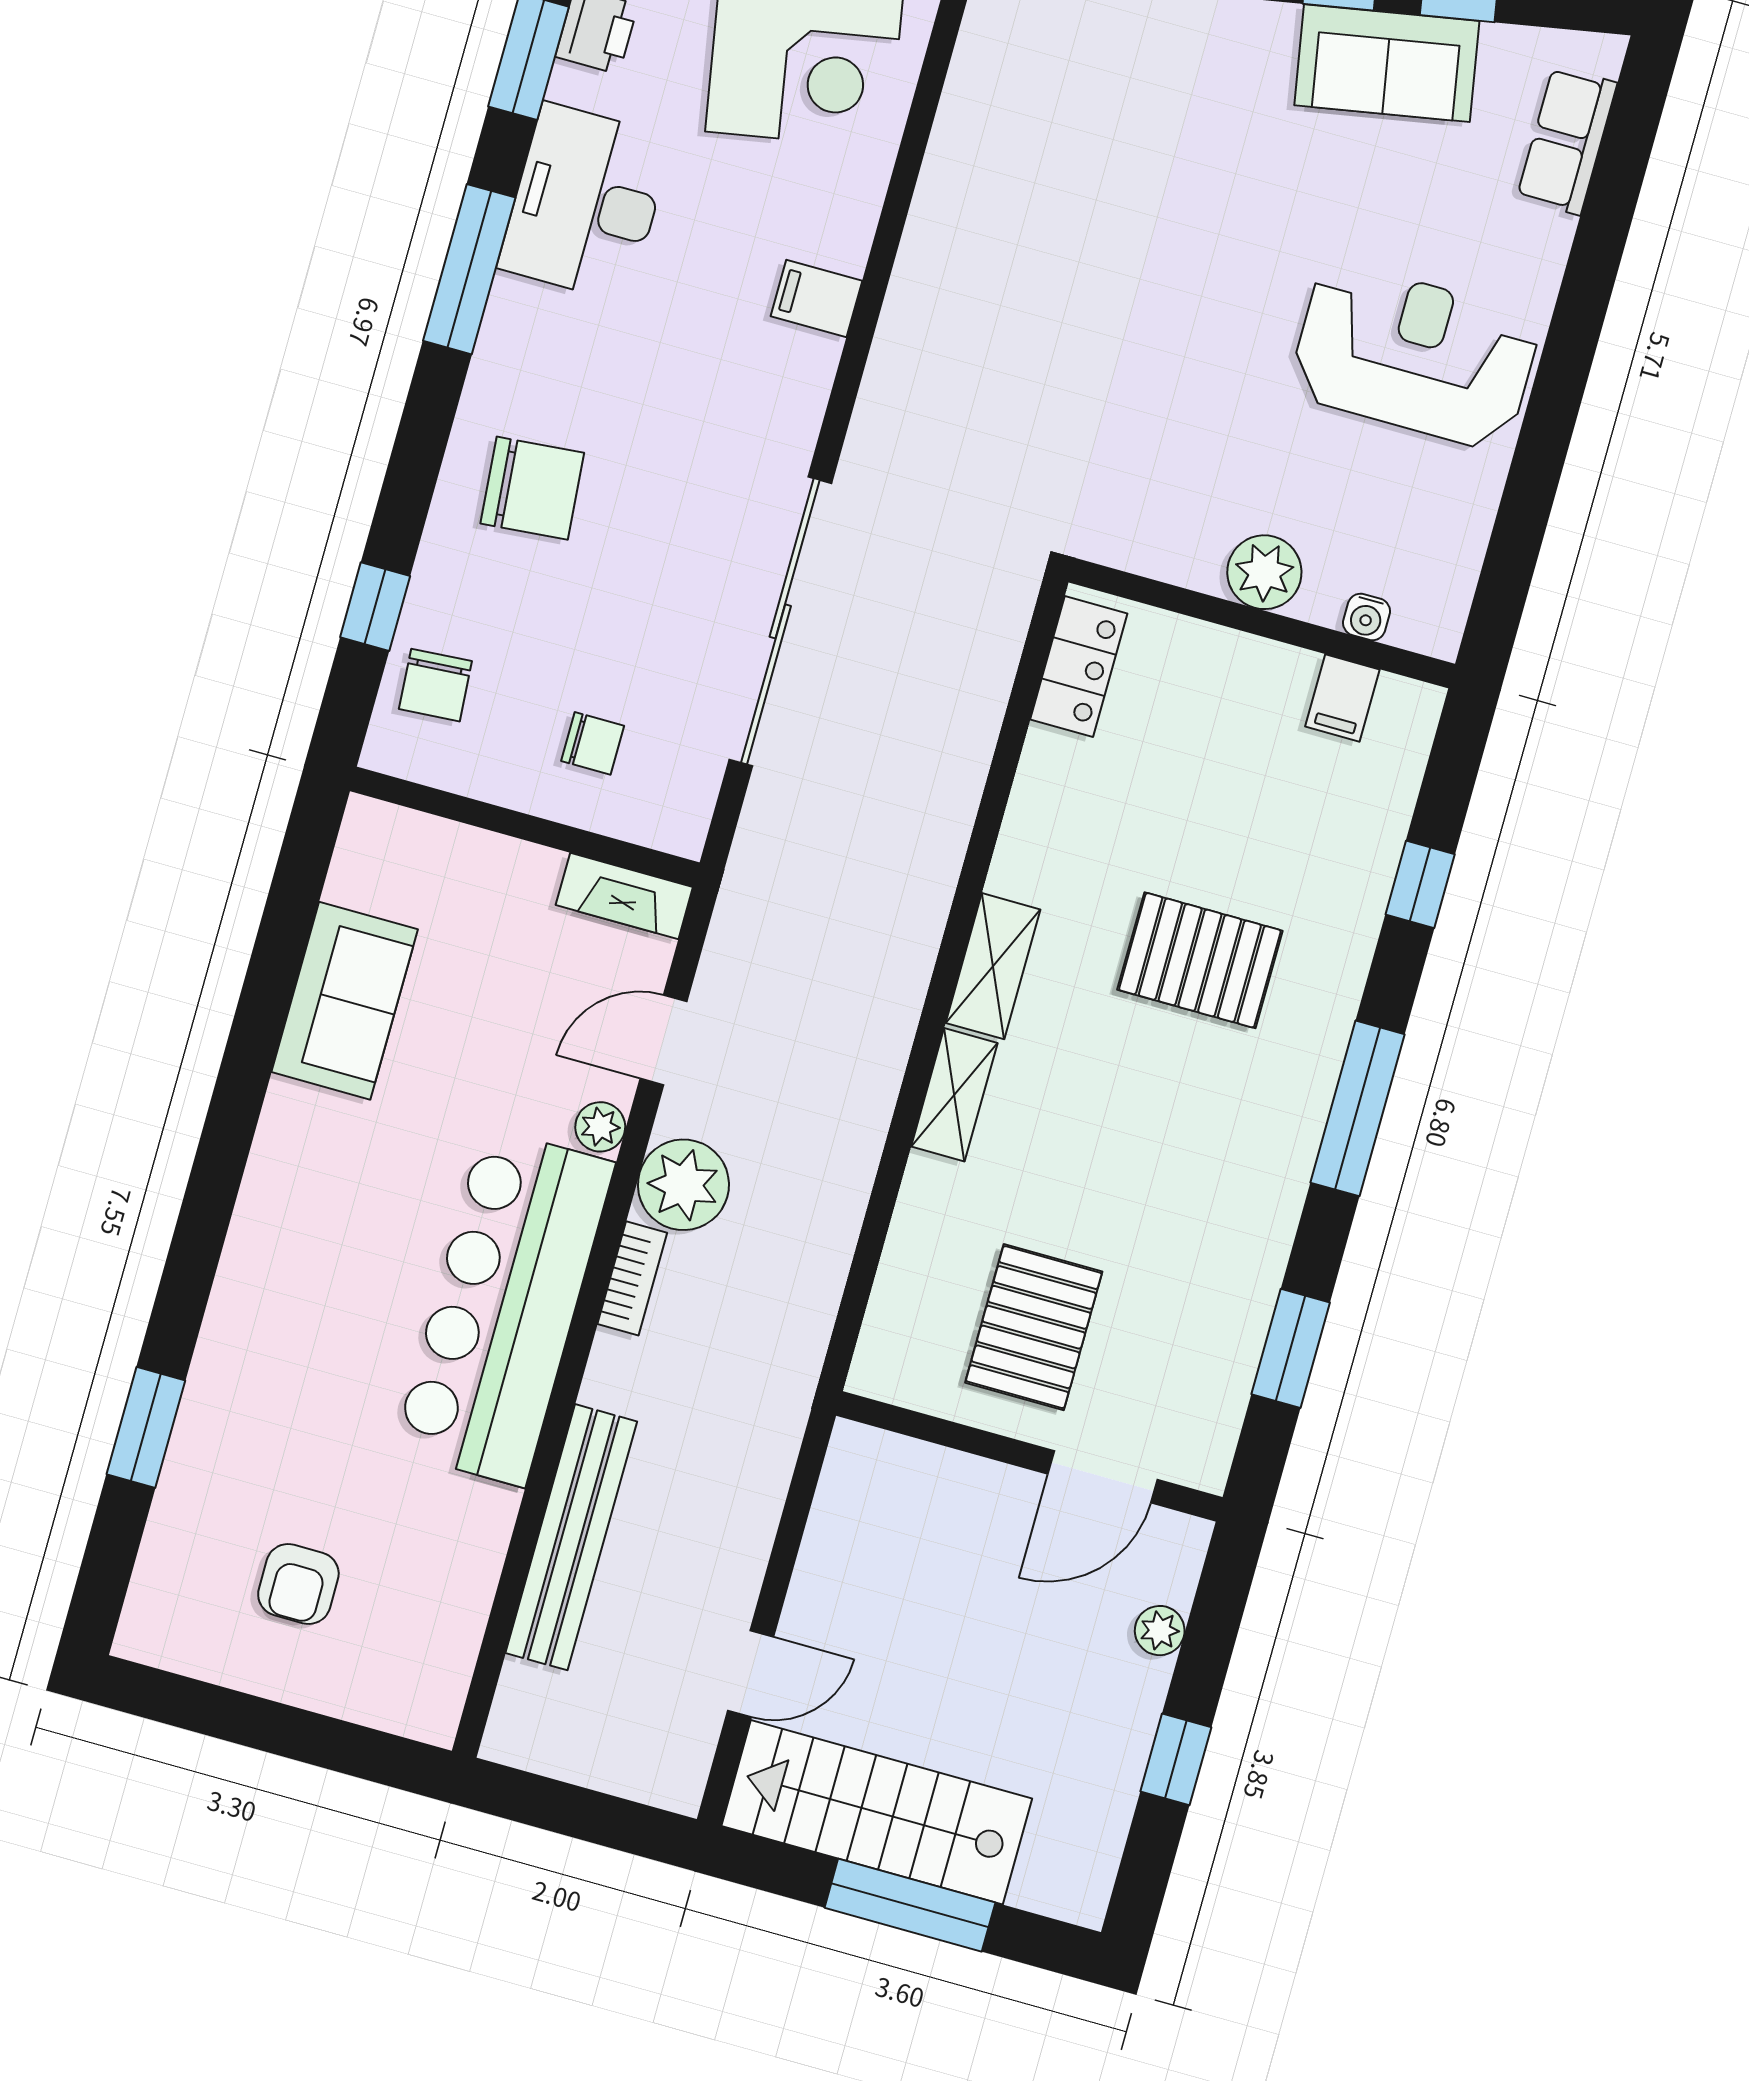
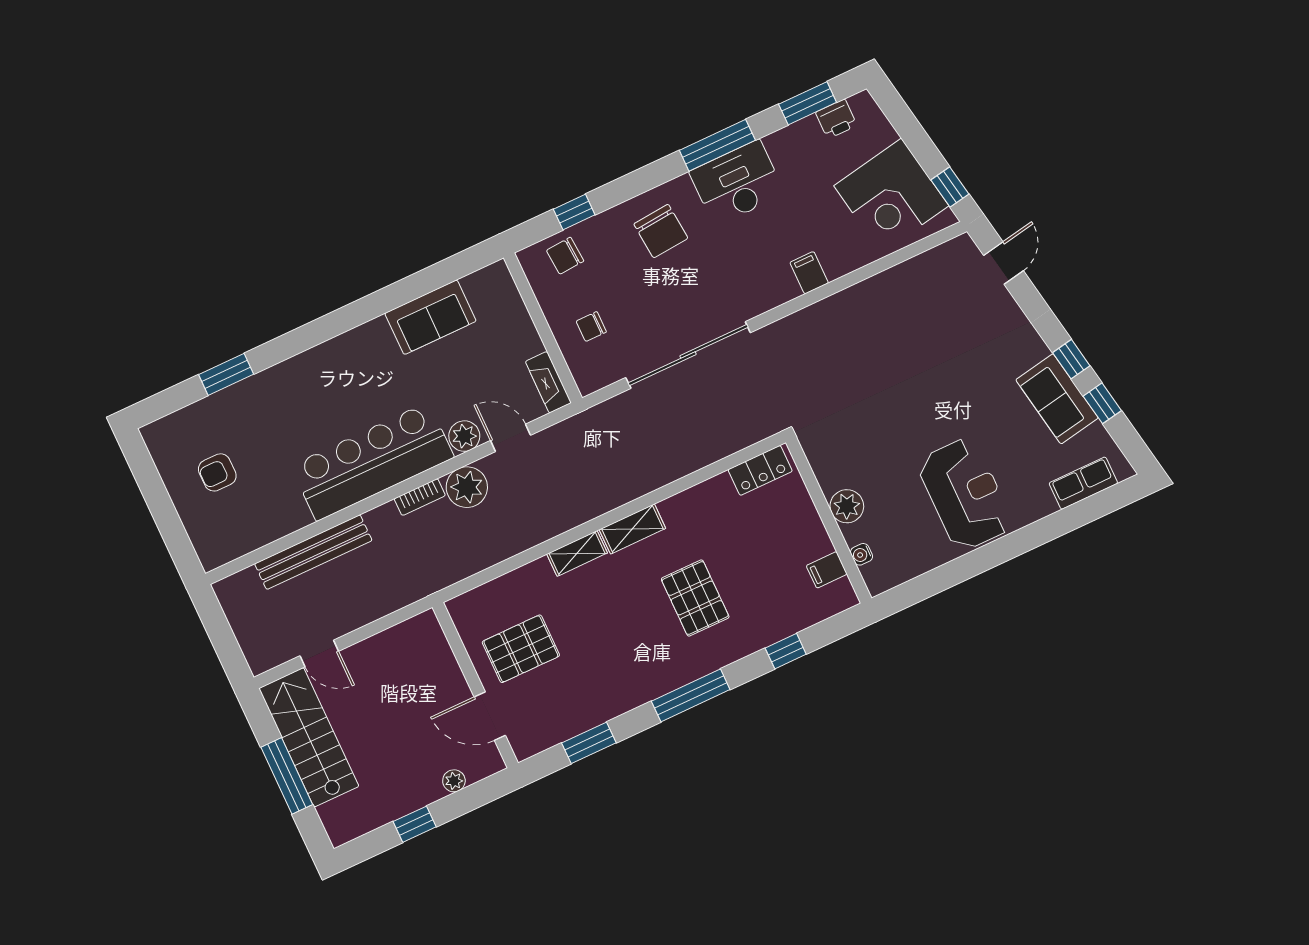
desk: (586, 202) -> (737, 183), moved
chair: (593, 743) -> (591, 327), turned 90
plant: (600, 1127) -> (464, 436), width x1.38, depth x1.38

